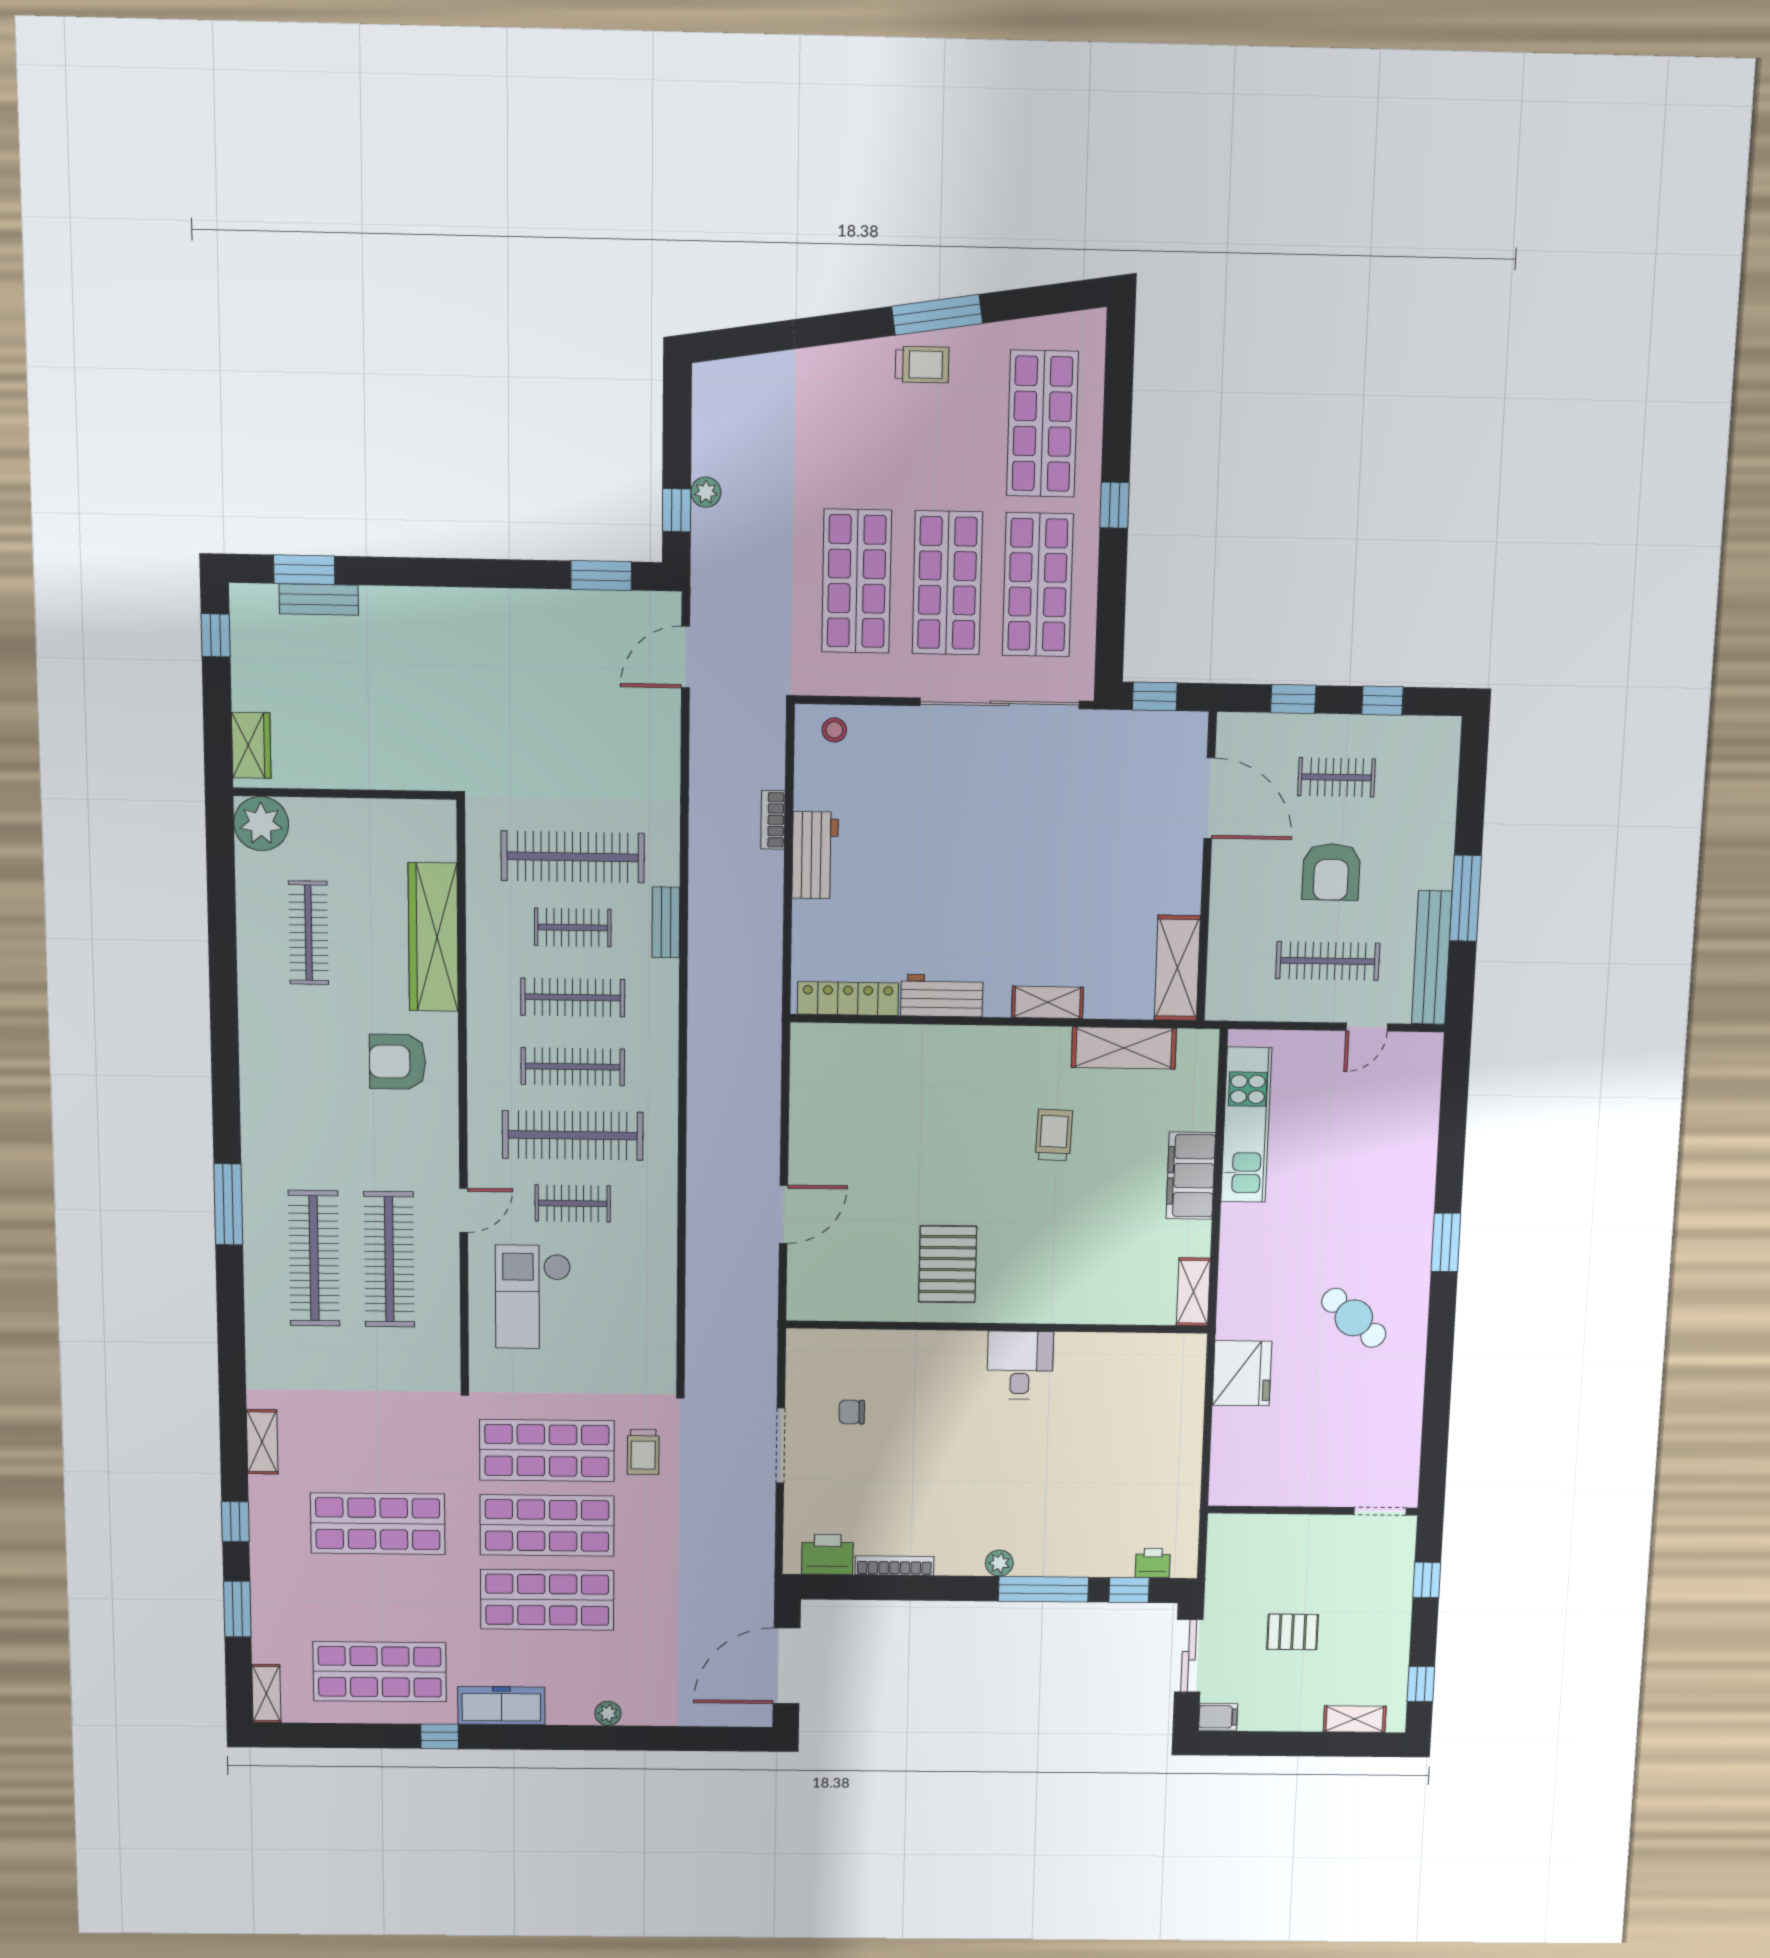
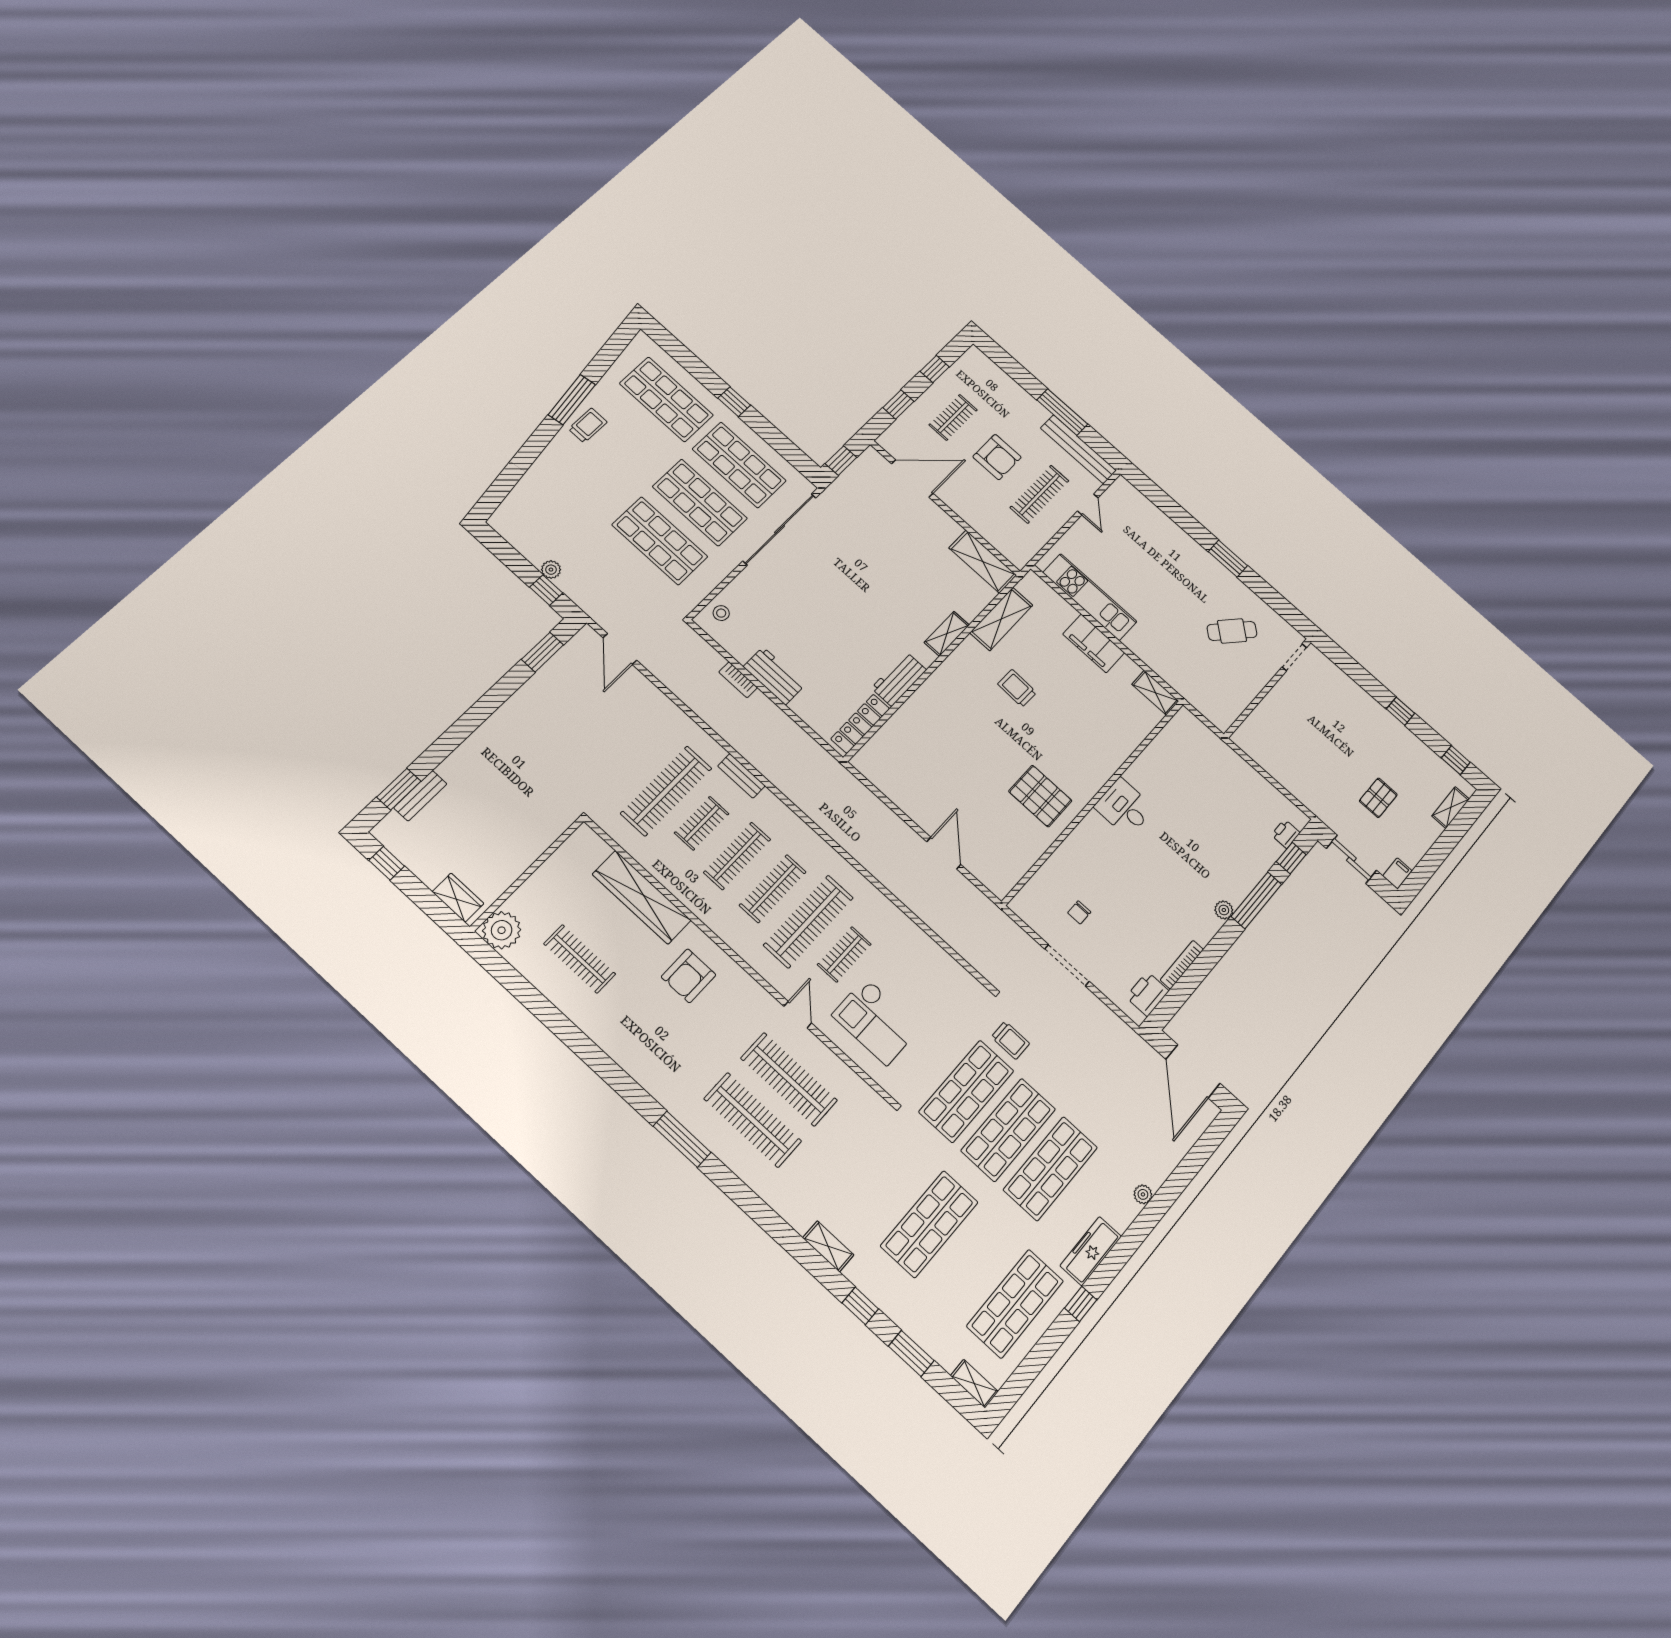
fridge: (1242, 1373) -> (1218, 706), removed
wall: (1313, 1511) -> (1268, 688), moved
doorway: (1380, 1511) -> (1294, 657), moved

